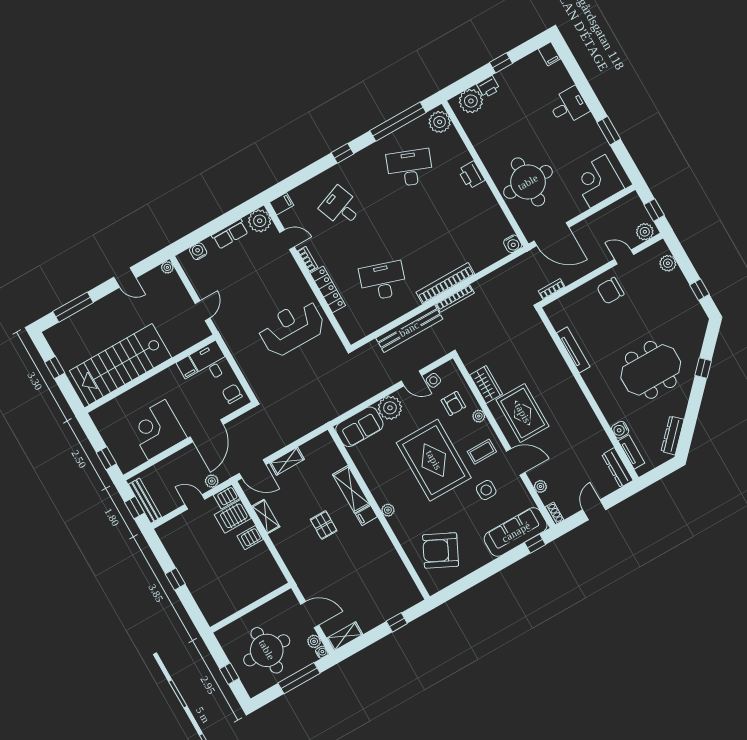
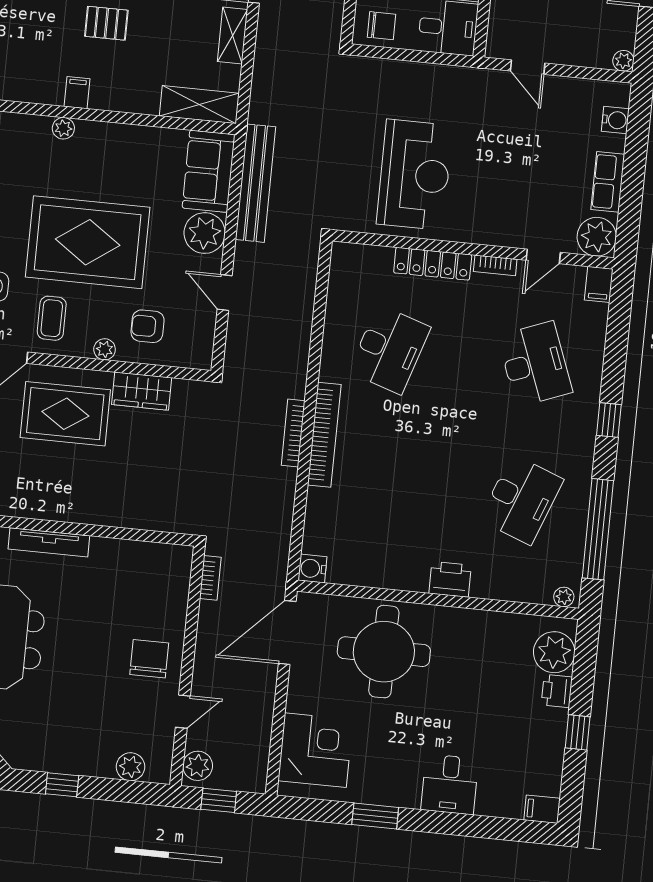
plant: (440, 122) -> (564, 597), width x0.53, depth x0.53
desk: (341, 207) -> (535, 364), width x1.37
bench: (409, 329) -> (255, 183), moved
tv unit: (573, 350) -> (49, 542), moved
door: (411, 378) -> (225, 293), hinge flipped
side table: (433, 380) -> (200, 321), removed
shelving: (351, 489) -> (199, 105), moved

